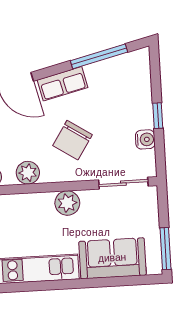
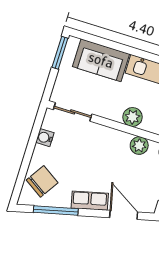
window: (158, 116) -> (29, 152), removed
chair: (73, 140) -> (42, 181), moved
plant: (67, 203) -> (132, 117), moved

